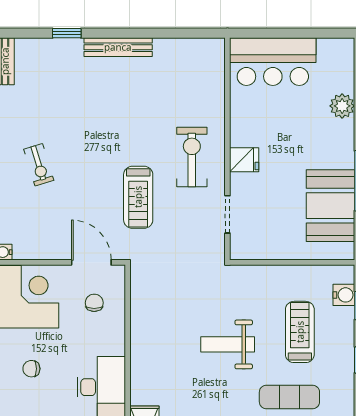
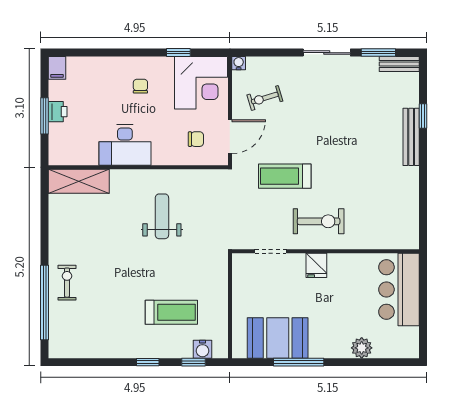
bench: (118, 47) -> (411, 137), moved
exercise bike: (39, 165) -> (265, 98), moved
weight bench: (228, 344) -> (162, 216), moved
exercise mat: (289, 397) -> (117, 303), removed

